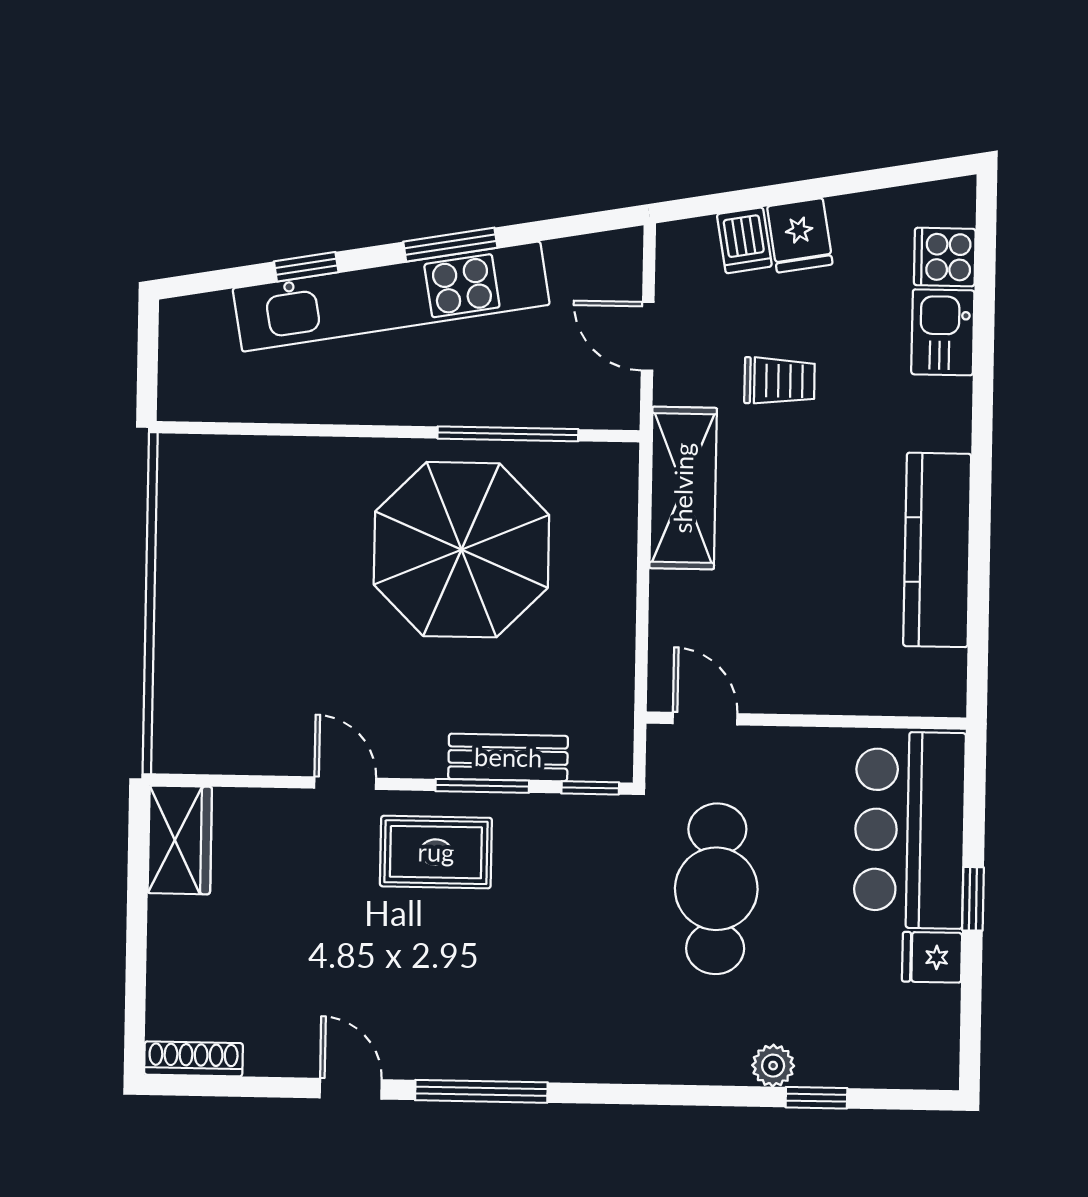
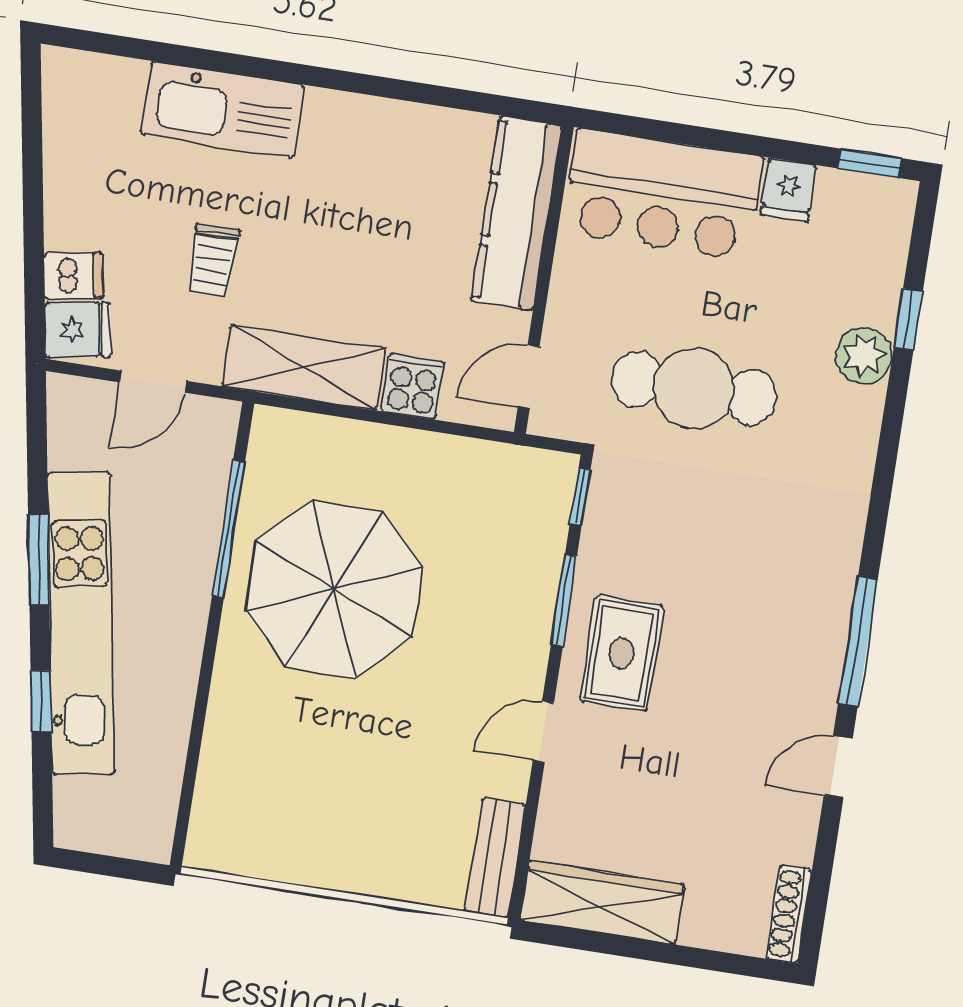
fridge: (800, 235) -> (78, 330), moved
cooker: (945, 257) -> (413, 386), moved, turned 180
kitchen sink: (943, 332) -> (223, 110), width x1.87, depth x1.24
trolley: (779, 381) -> (213, 260), turned 180
kitchen counter: (937, 550) -> (516, 213), moved, turned 90
bench: (508, 757) -> (495, 858), moved
wardrobe: (180, 840) -> (602, 902), width x1.50
window: (973, 899) -> (870, 163), moved
plant: (773, 1066) -> (864, 356), width x1.38, depth x1.38

